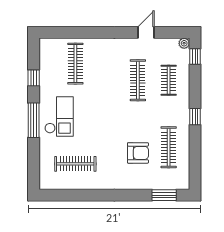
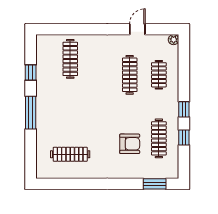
window: (195, 57) -> (184, 138), moved
checkout: (59, 117) -> (55, 109), removed

